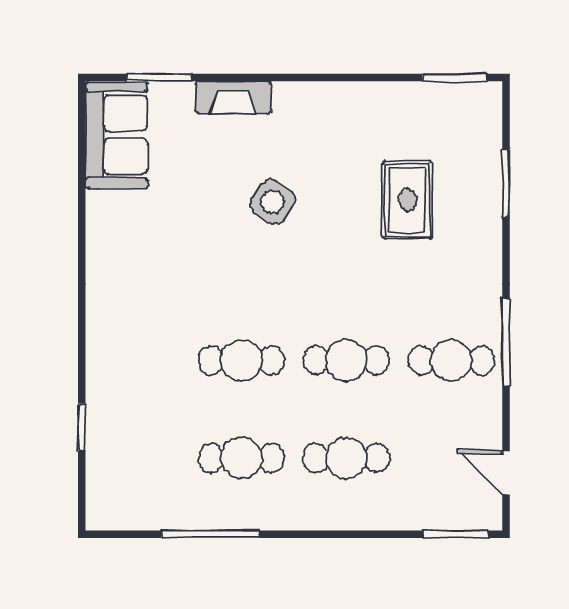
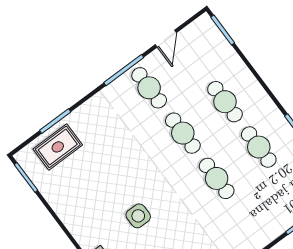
rug: (408, 200) -> (58, 147), moved
side table: (273, 202) -> (138, 216), turned -34
door: (506, 473) -> (166, 39), moved

